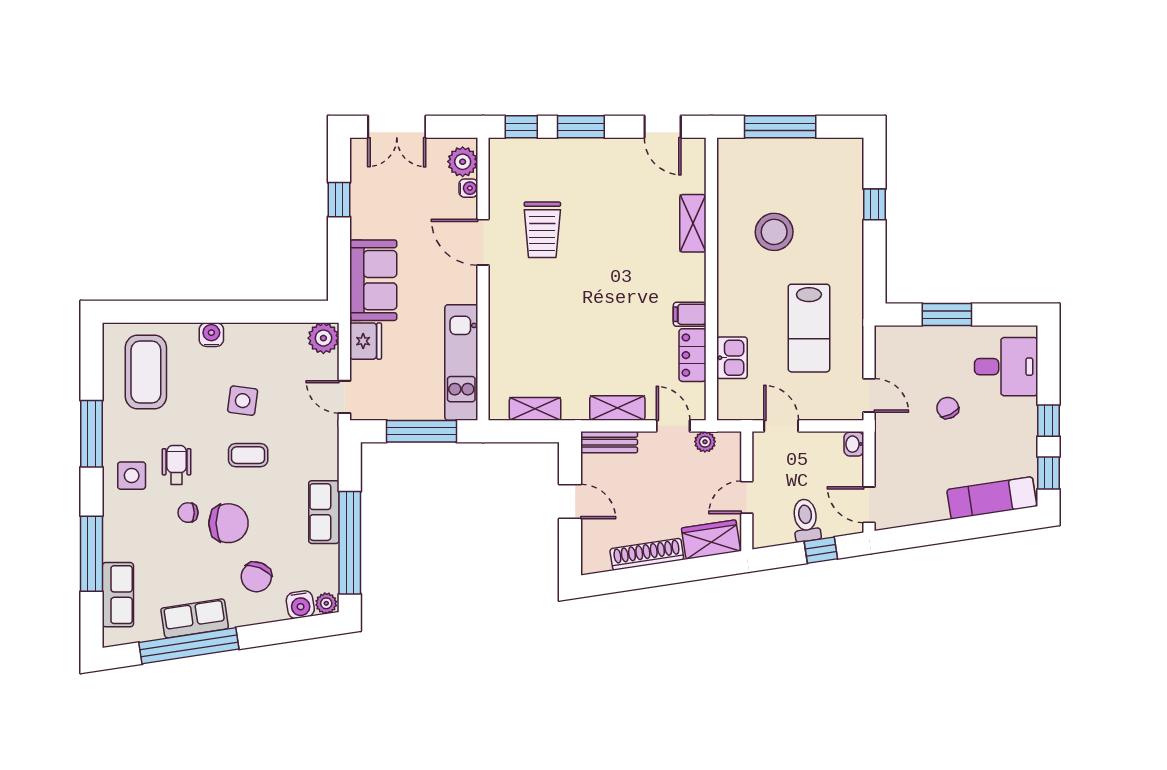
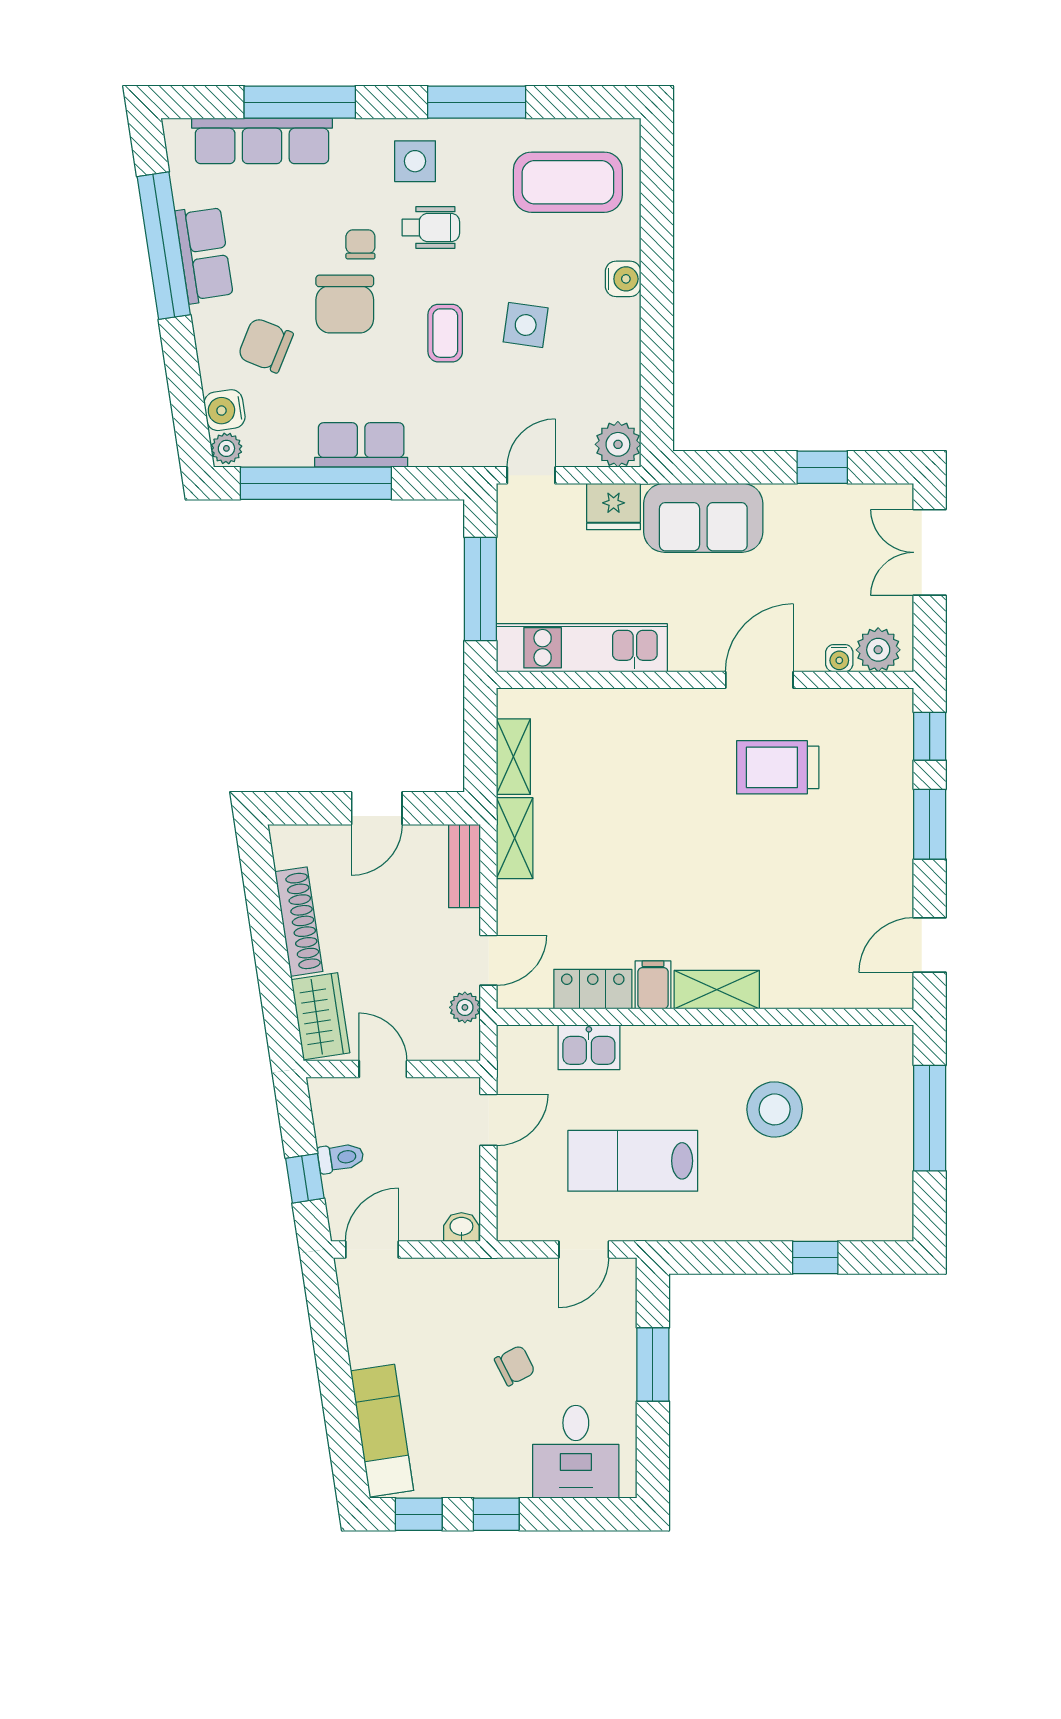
shelving: (693, 223) -> (717, 990), moved
door: (869, 395) -> (584, 1250), moved
shelving: (617, 408) -> (515, 838), moved
toilet: (806, 520) -> (341, 1158), width x0.73, depth x0.72
row of seats: (118, 595) -> (262, 141), width x1.48

